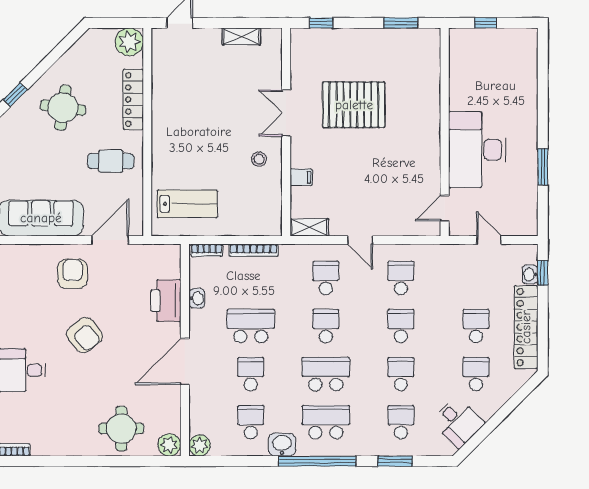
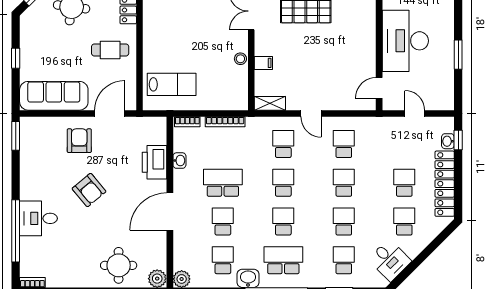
stool: (259, 159) -> (240, 59), moved
school desk: (326, 374) -> (283, 222), width x0.54

